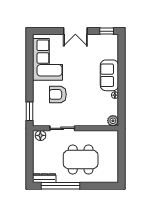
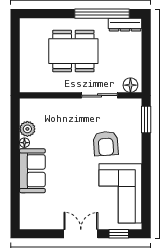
window: (107, 31) -> (119, 234), moved
armchair: (58, 94) -> (106, 144), turned 86
plant: (113, 121) -> (27, 129), moved

